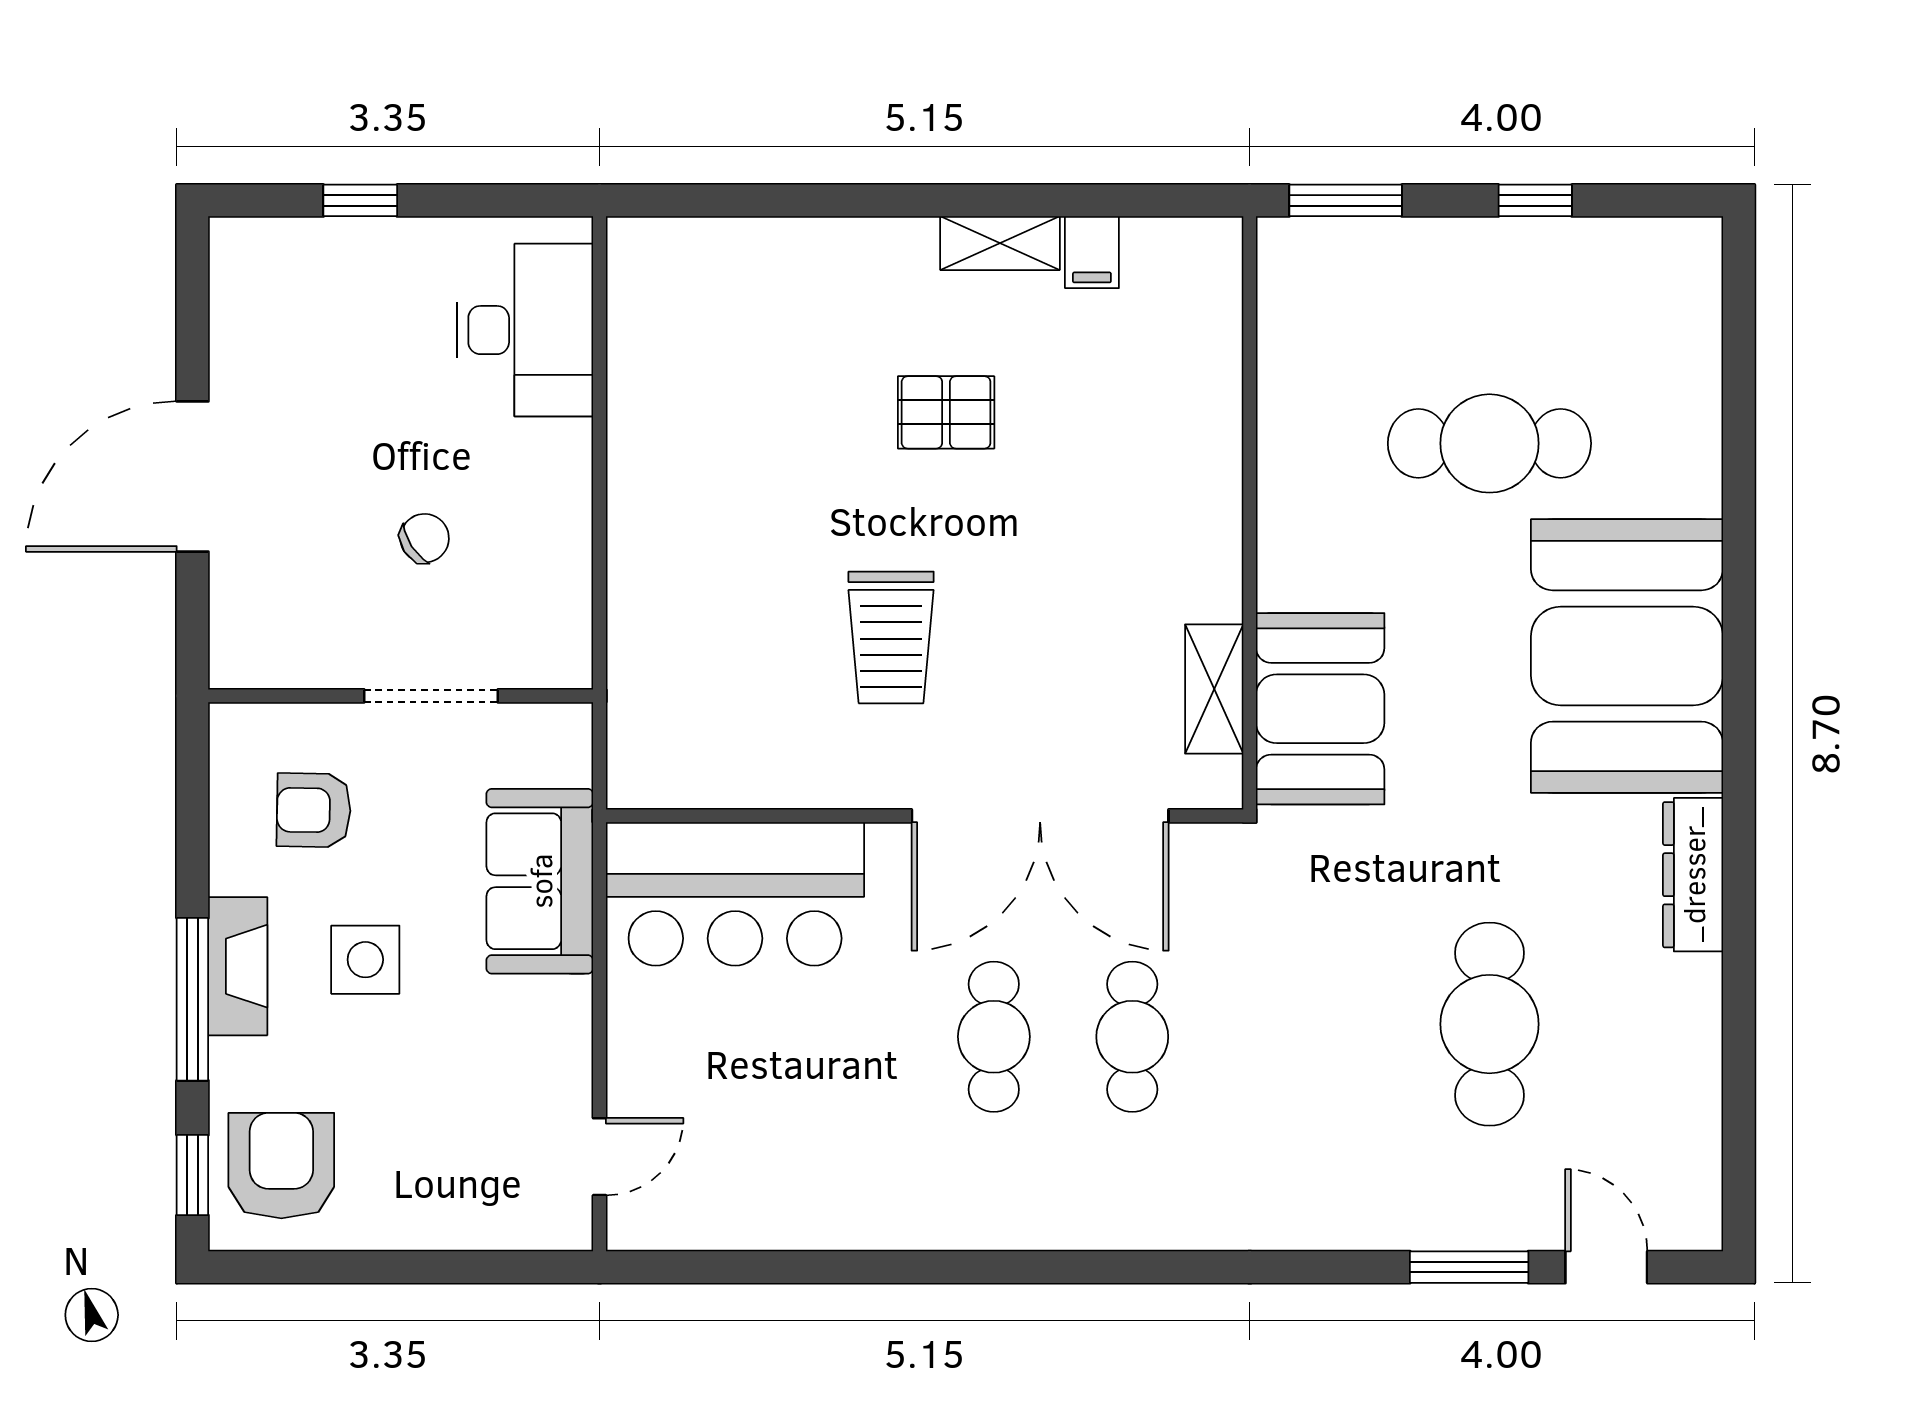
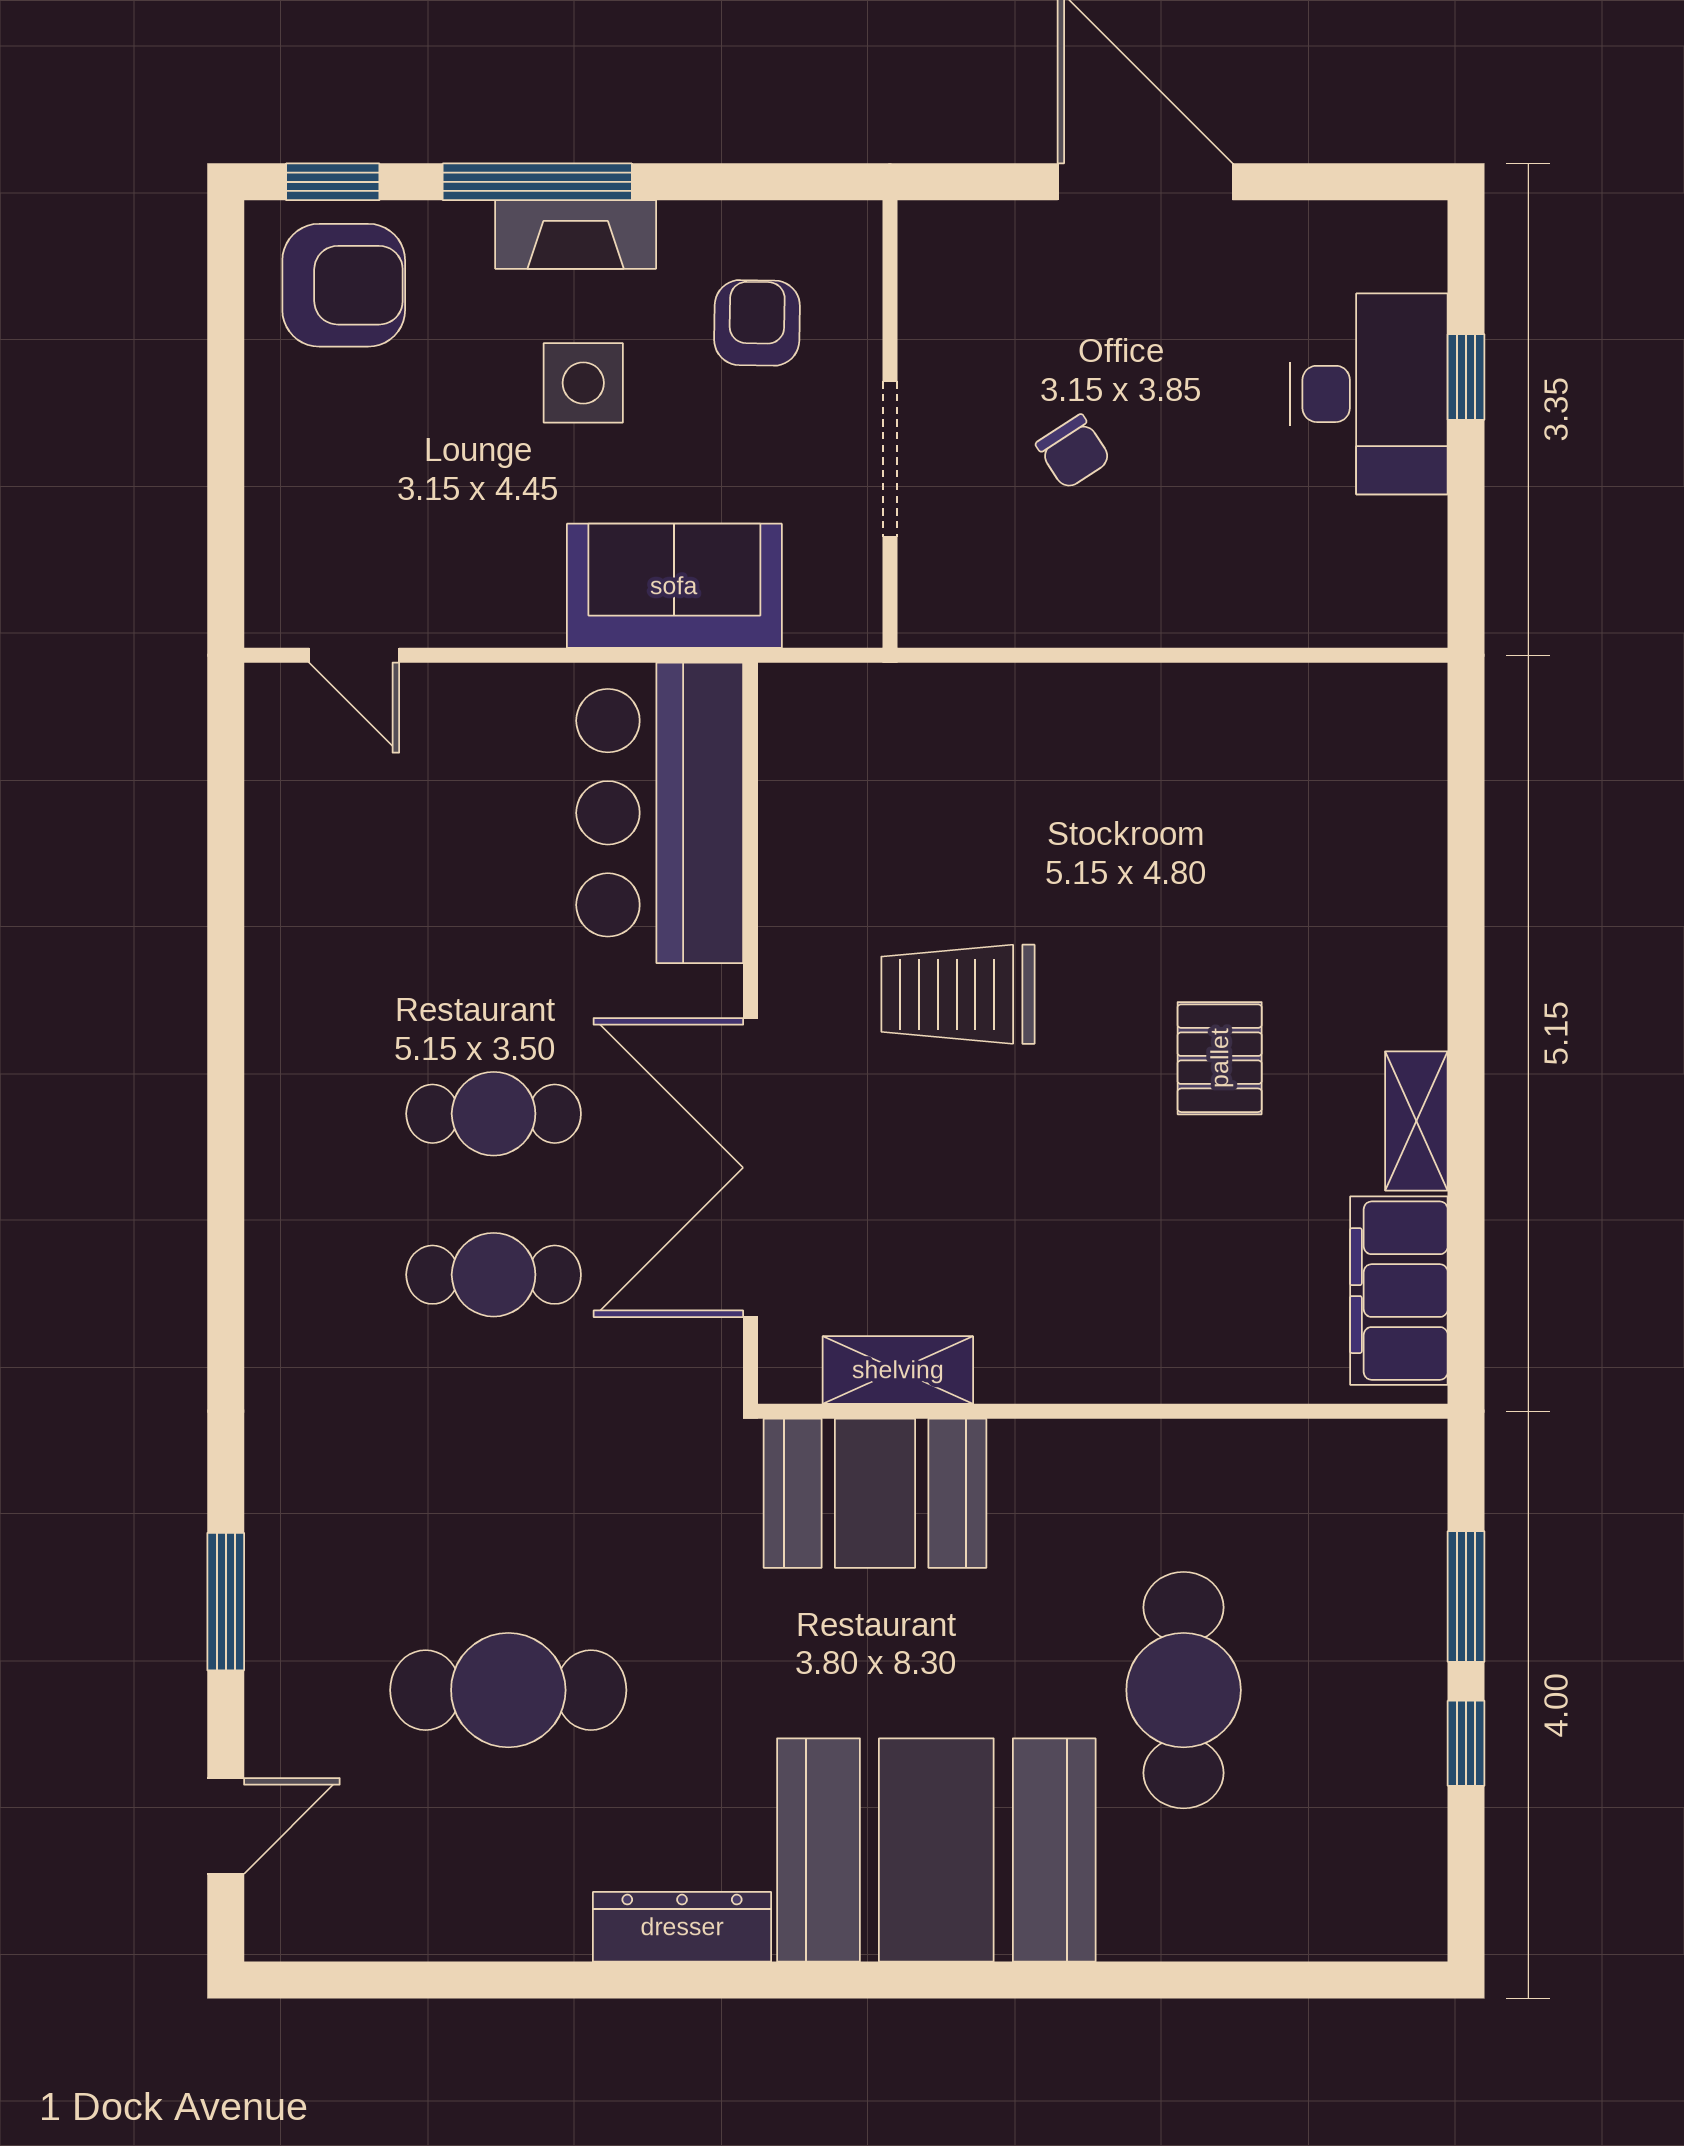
window: (1346, 200) -> (1466, 1596), moved
filing cabinet: (1092, 252) -> (1399, 1291), width x3.00, depth x1.17
desk: (525, 330) -> (1369, 394), moved, turned -90
window: (1469, 1267) -> (226, 1602), moved

